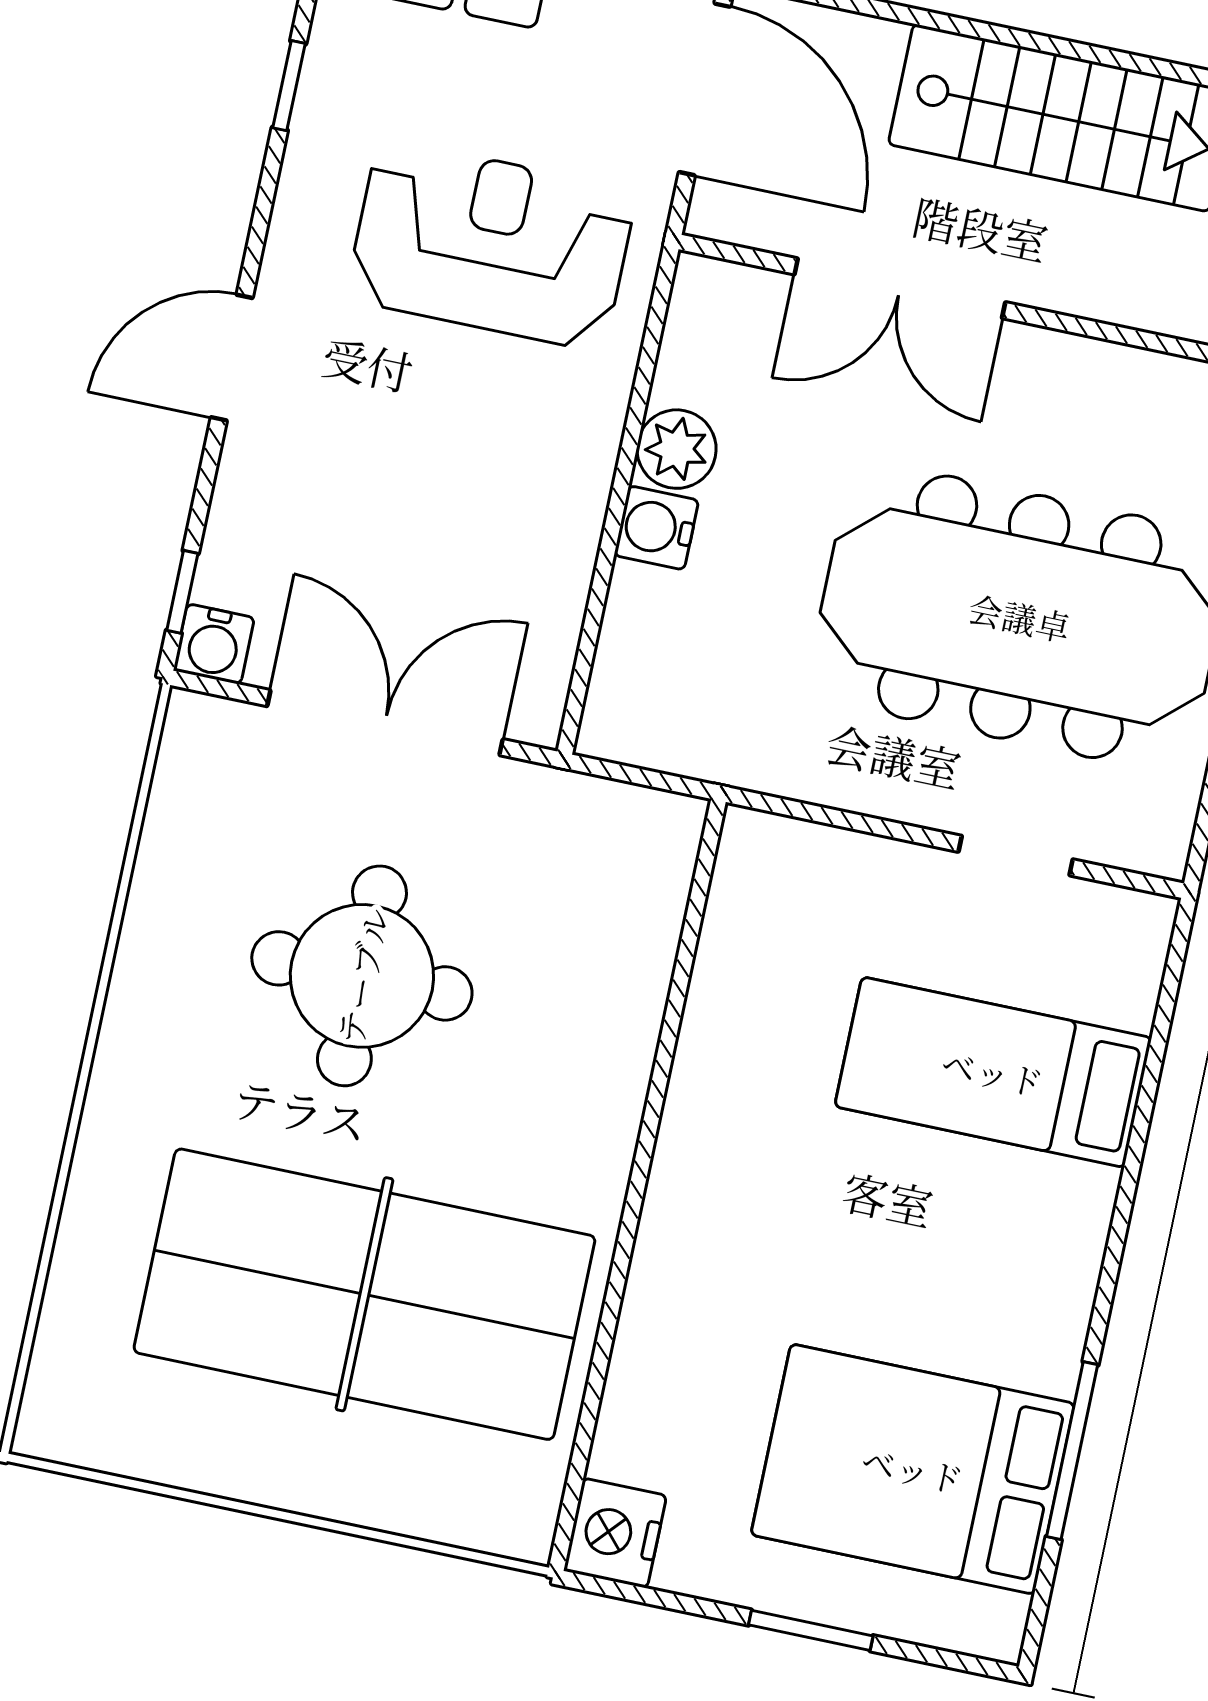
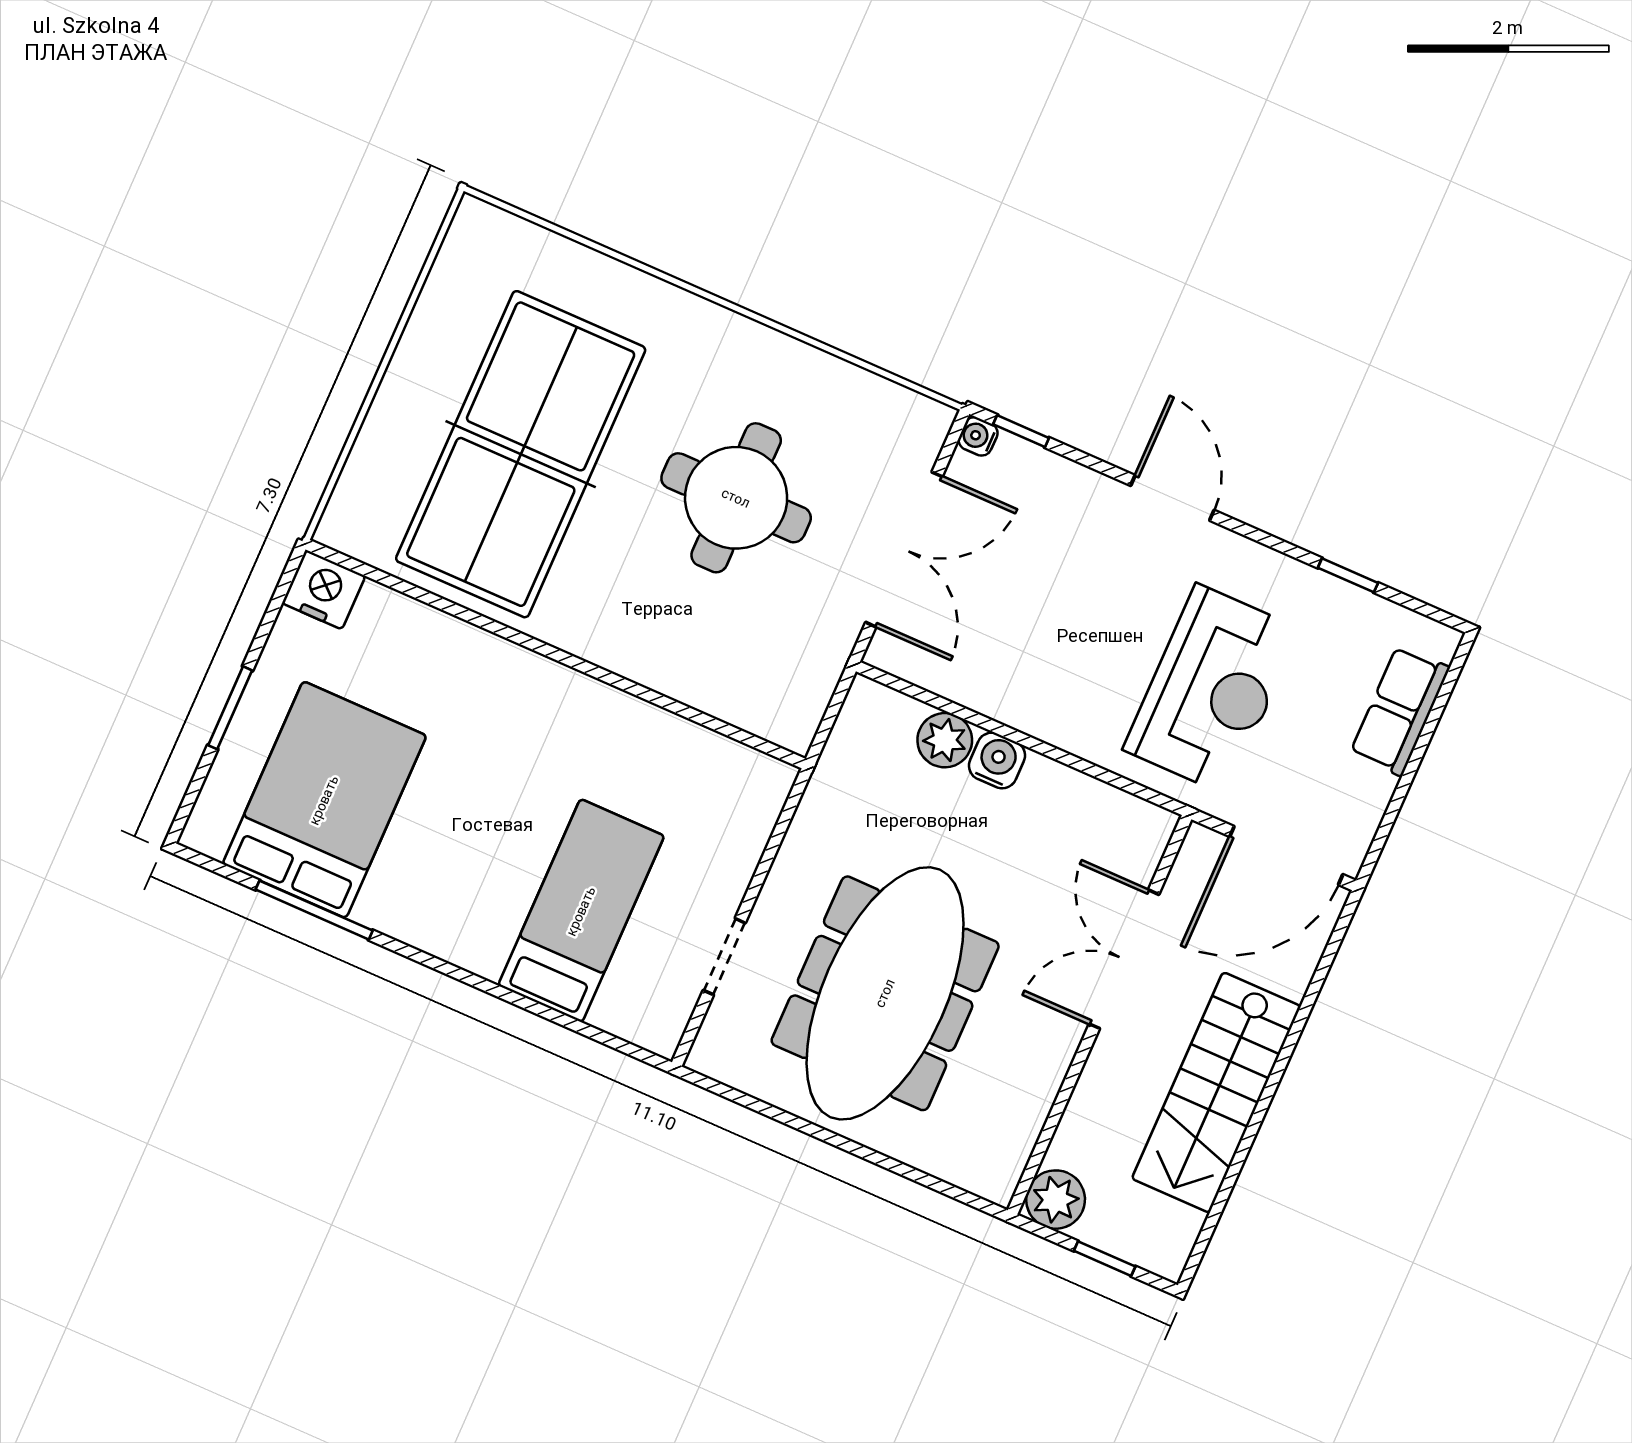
plant: (677, 449) -> (945, 740), moved
water cooler: (214, 644) -> (978, 436), width x0.72, depth x0.72

